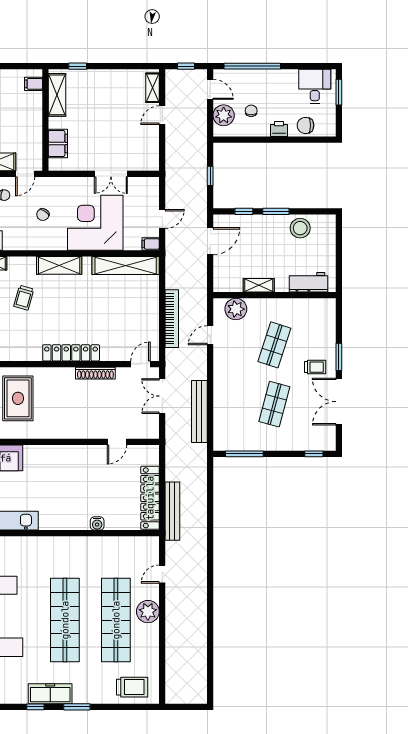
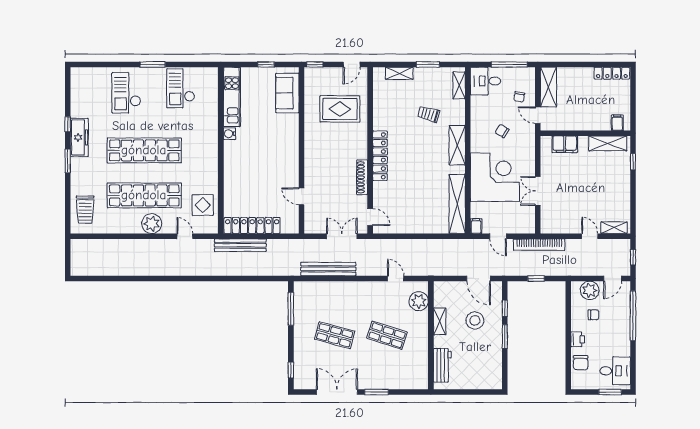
chair: (306, 125) -> (581, 363), turned 180
stool: (300, 228) -> (475, 320), moved
bookcase: (172, 319) -> (539, 245), moved
trolley: (315, 367) -> (367, 371), removed
water cooler: (97, 523) -> (229, 134), moved
display table: (127, 554) -> (203, 205), added

